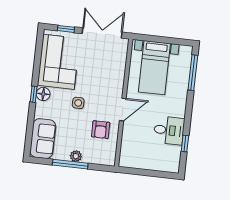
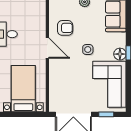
door: (123, 110) -> (47, 48), swing flipped
armchair: (101, 130) -> (65, 28), turned 90

